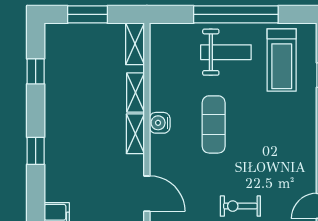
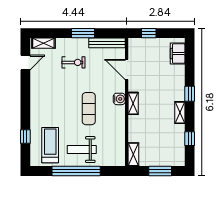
shelving: (135, 93) -> (180, 113), moved
water cooler: (160, 123) -> (119, 99), moved

